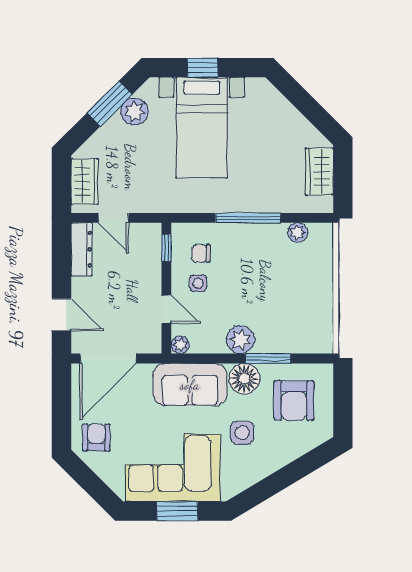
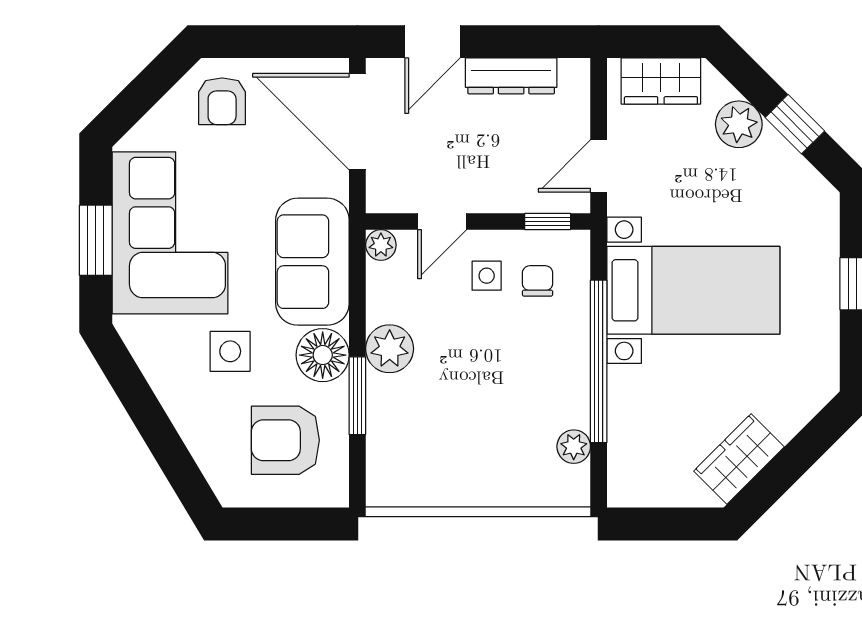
window: (110, 103) -> (795, 124), width x0.67
plant: (134, 112) -> (739, 124), moved
bed with nightstands: (202, 128) -> (693, 290), moved, turned 180
wardrobe: (320, 172) -> (739, 459), moved, turned -45
door: (113, 218) -> (599, 166), moved
window: (248, 218) -> (599, 361), width x1.46
dresser: (82, 249) -> (511, 76), moved
armchair: (96, 437) -> (222, 101), turned 90

